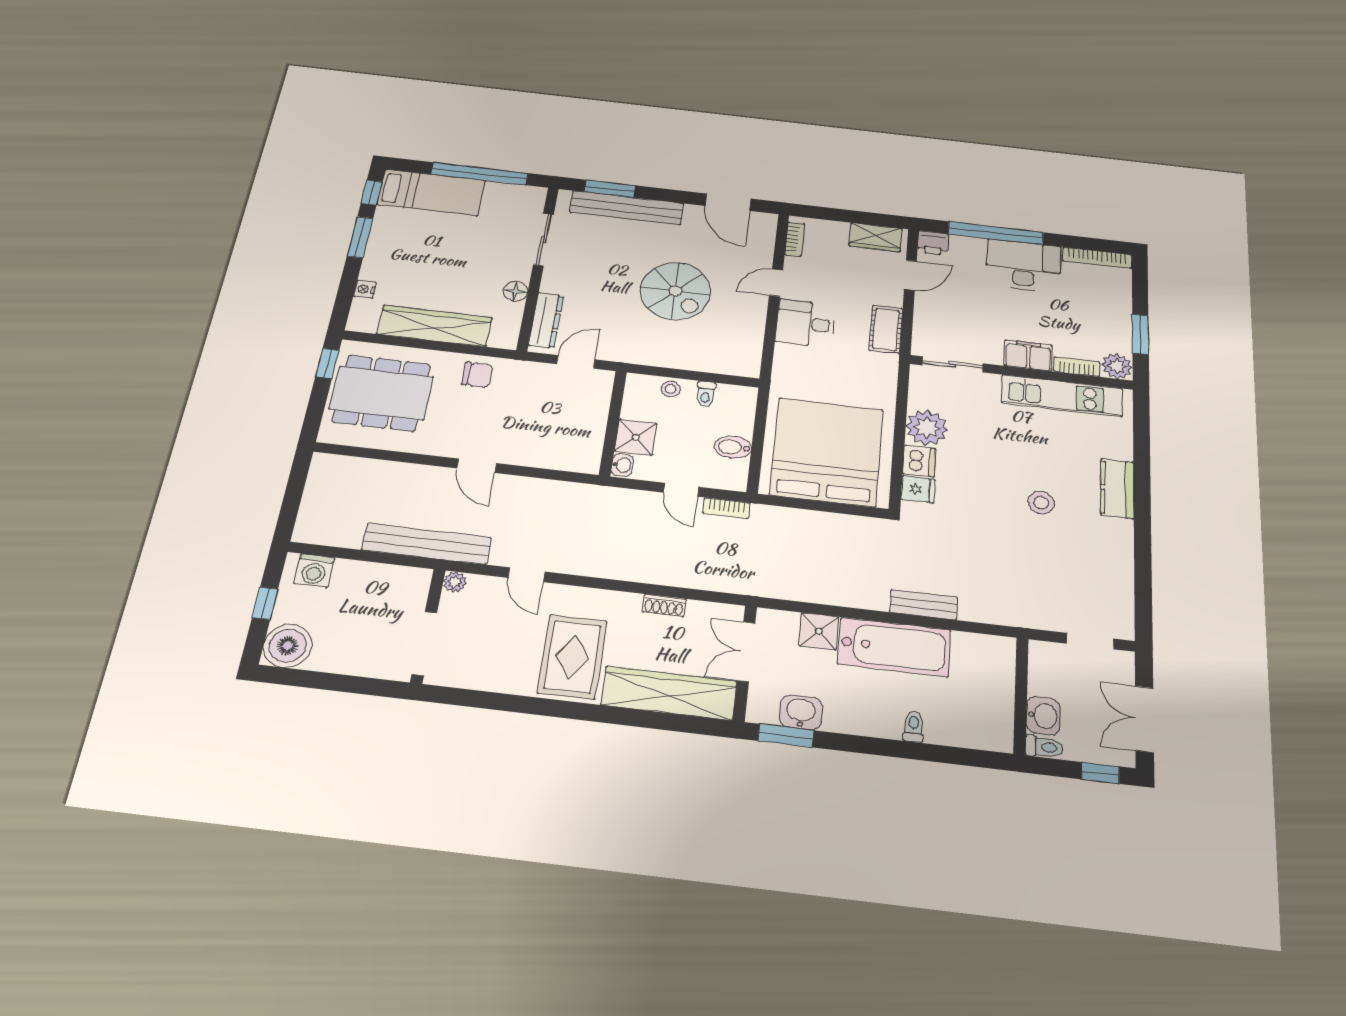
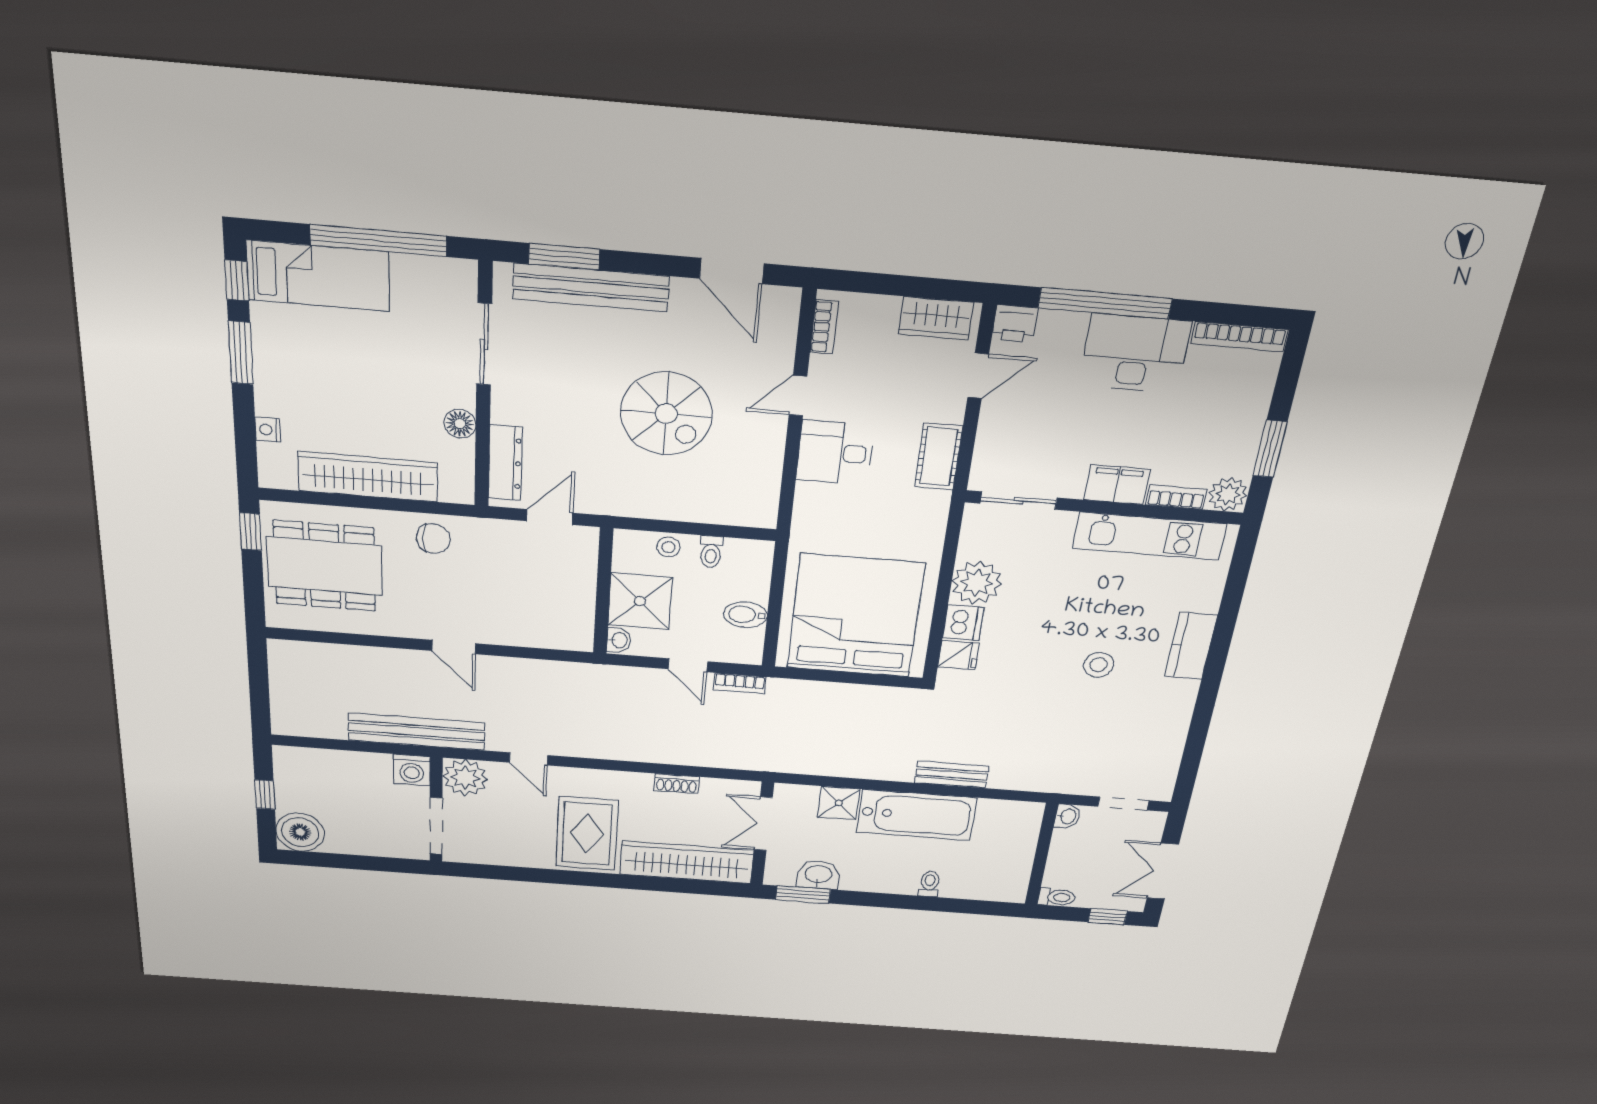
shower: (636, 437) -> (640, 601), width x1.36, depth x1.36
washing machine: (314, 571) -> (412, 770), moved
plant: (455, 582) -> (465, 778), width x1.87, depth x1.87
washbasin: (1043, 716) -> (1067, 816), moved, width x0.72, depth x0.69

